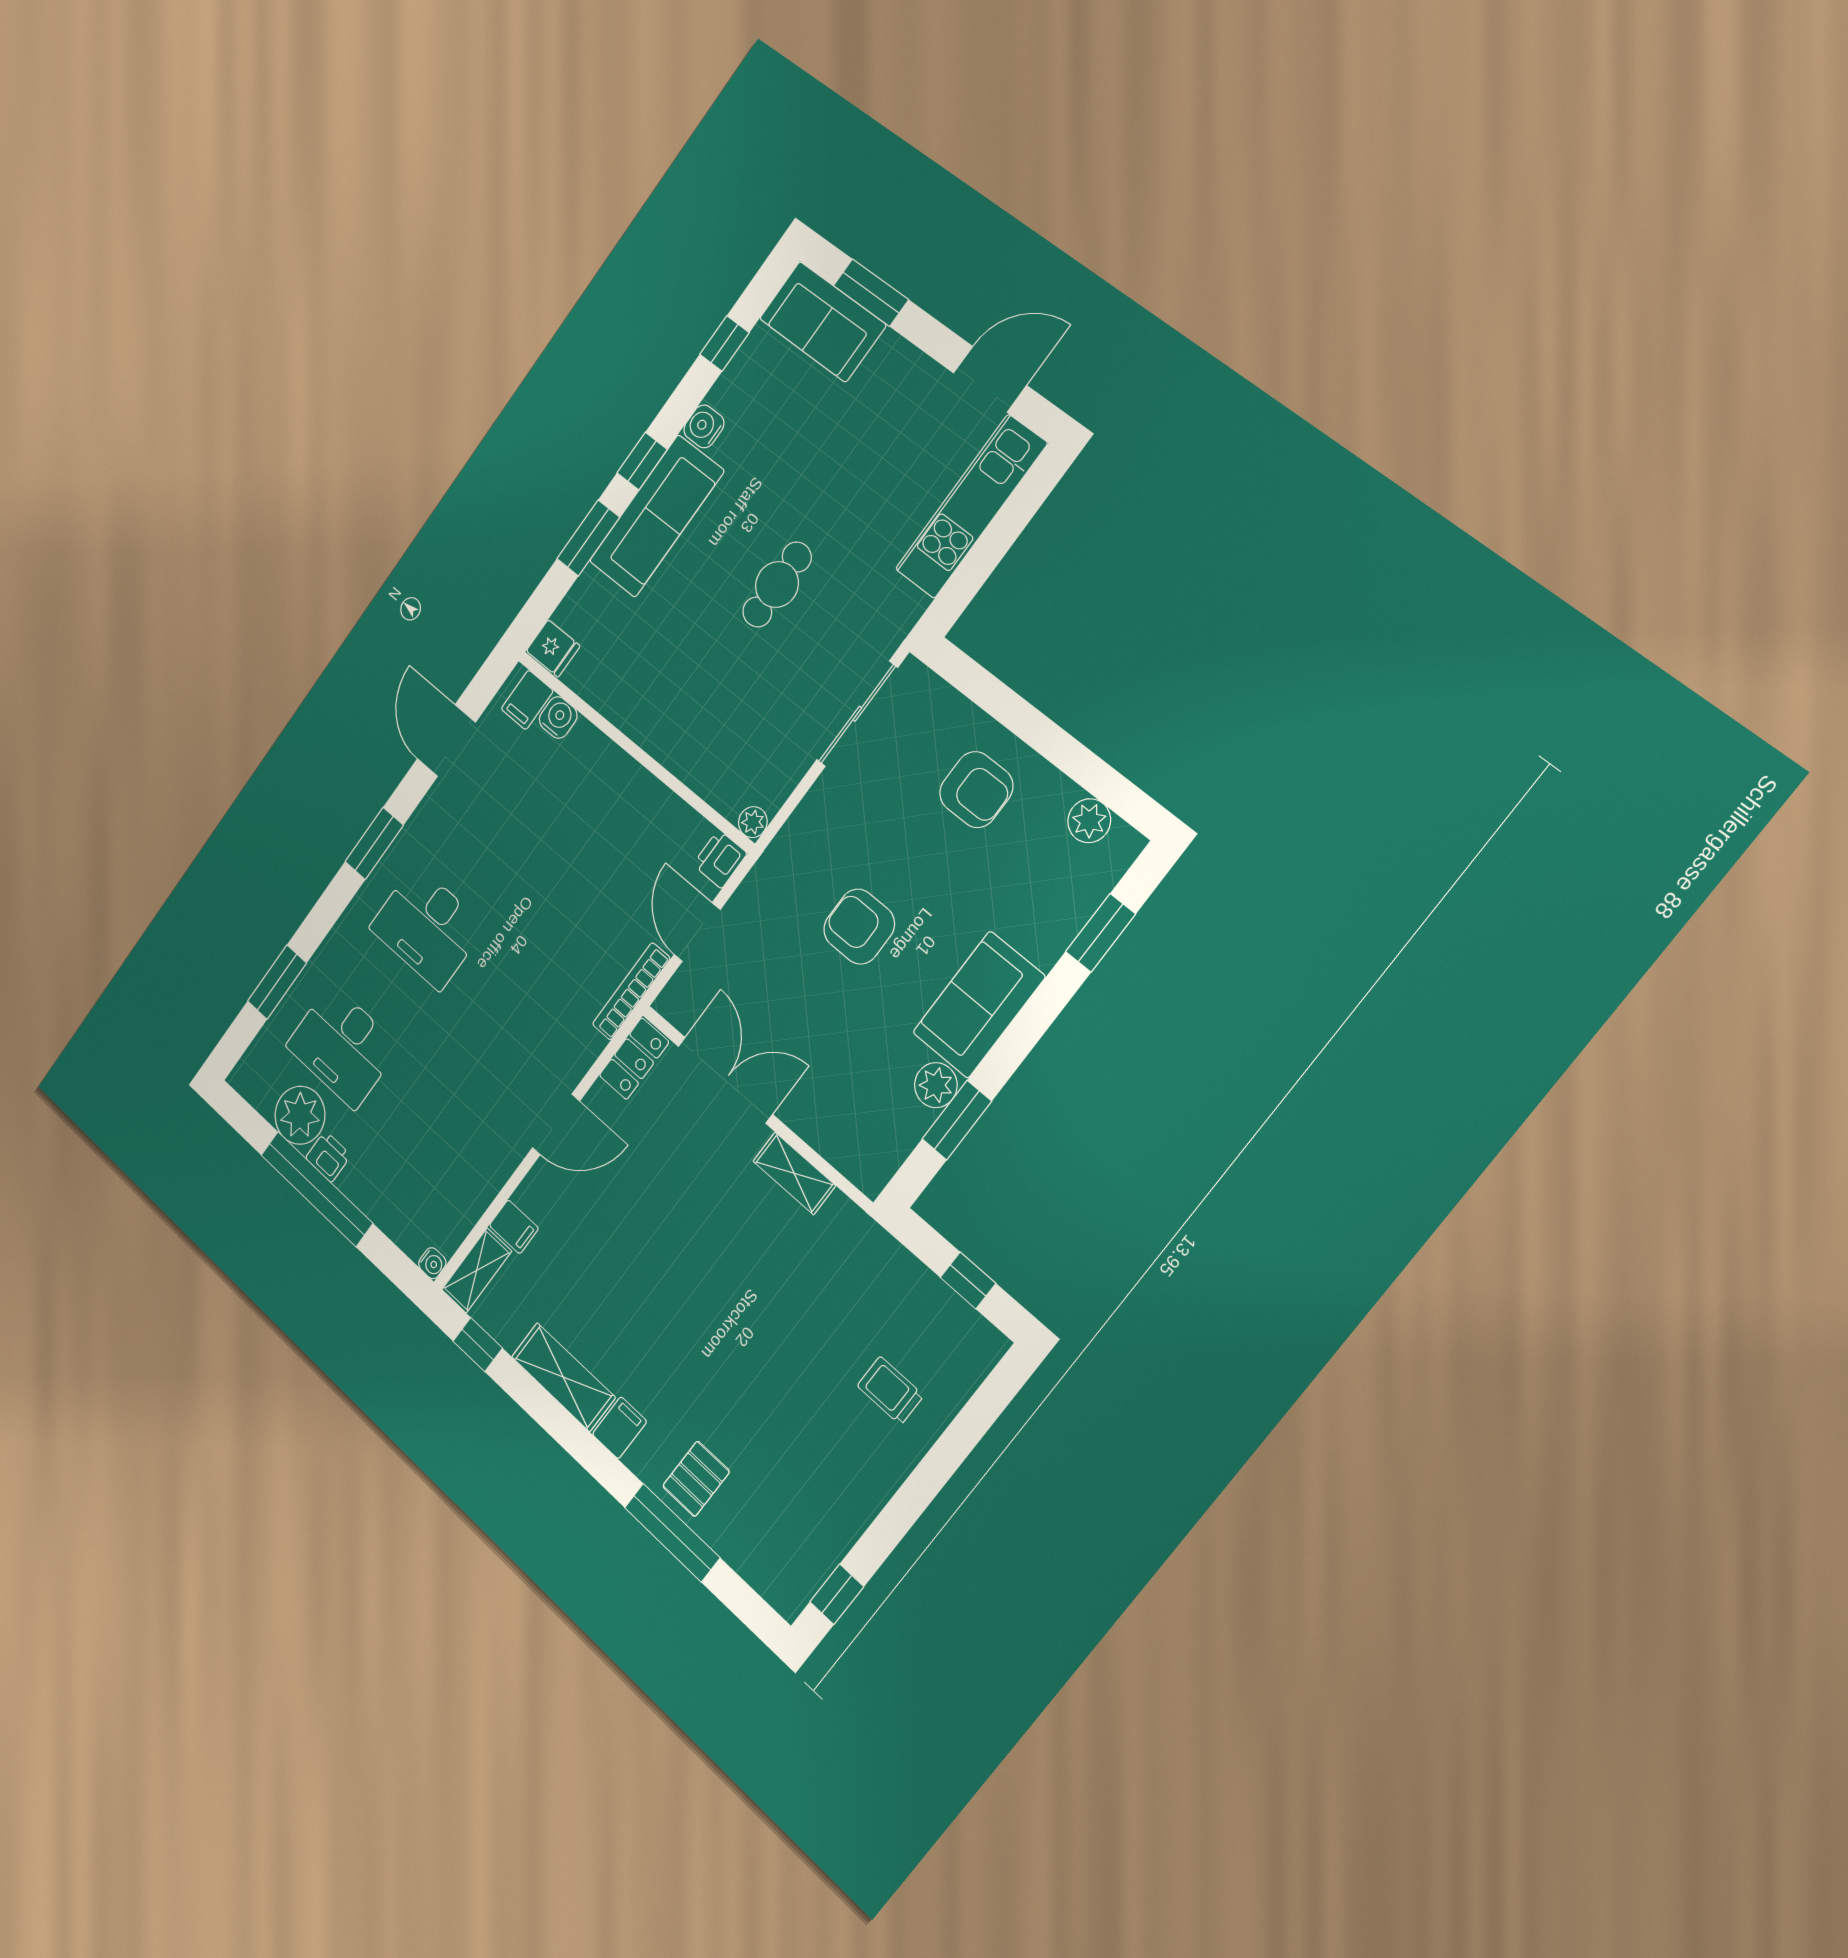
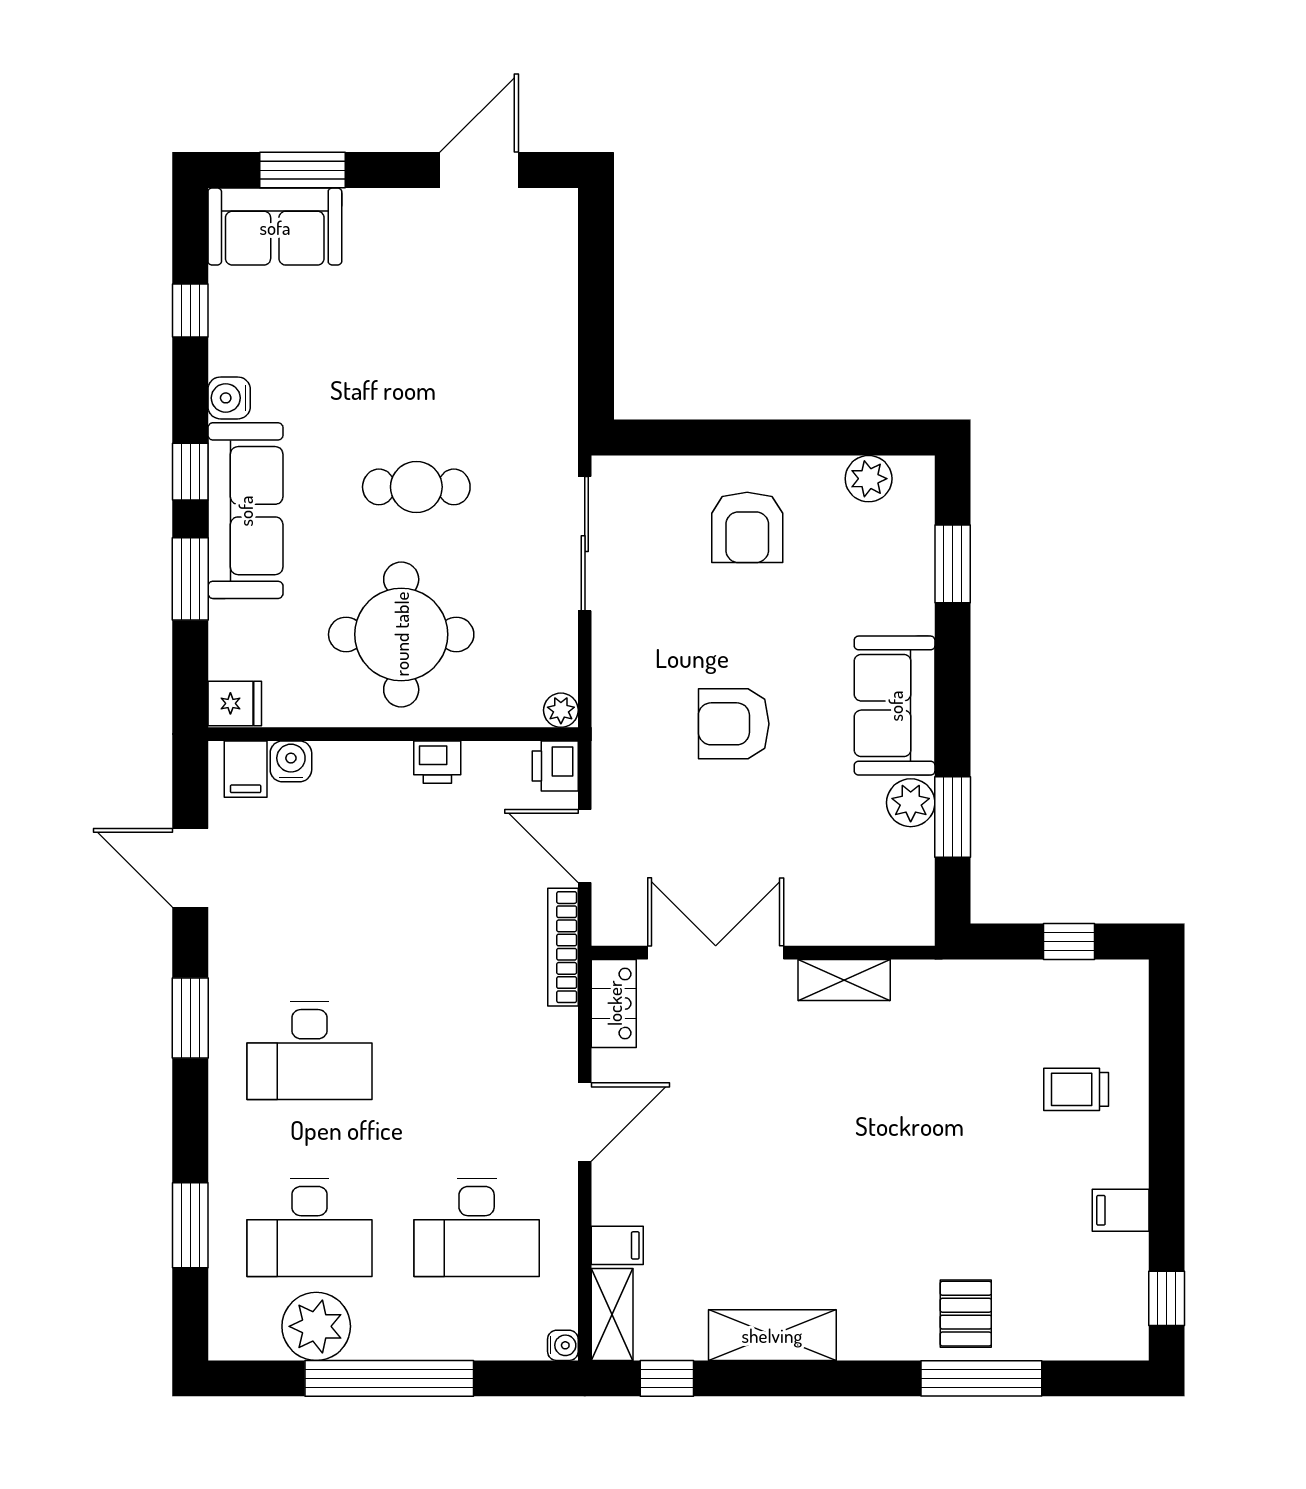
kitchen unit: (971, 506) -> (549, 291), removed
cafe table: (777, 585) -> (416, 487), turned 90
round table: (690, 684) -> (401, 634), added
armchair: (976, 790) -> (747, 527), turned 90
desk: (439, 1136) -> (477, 1228), added
printer: (328, 1157) -> (437, 762), moved, turned 180
filing cabinet: (620, 1428) -> (1121, 1210), moved, turned -90

